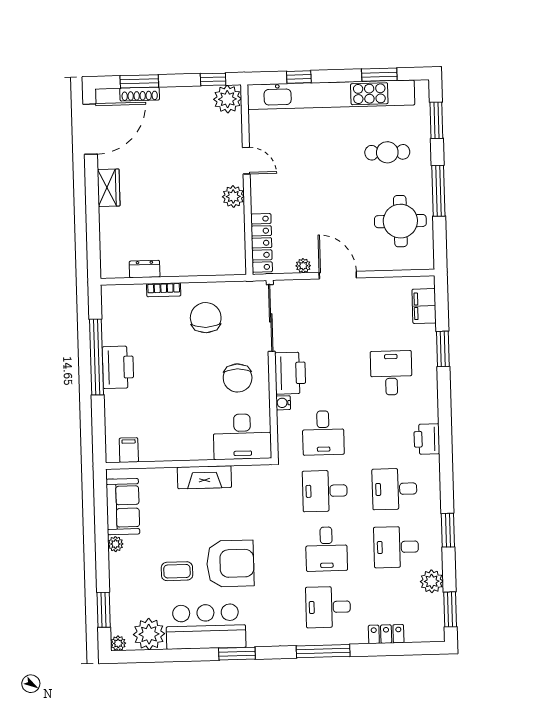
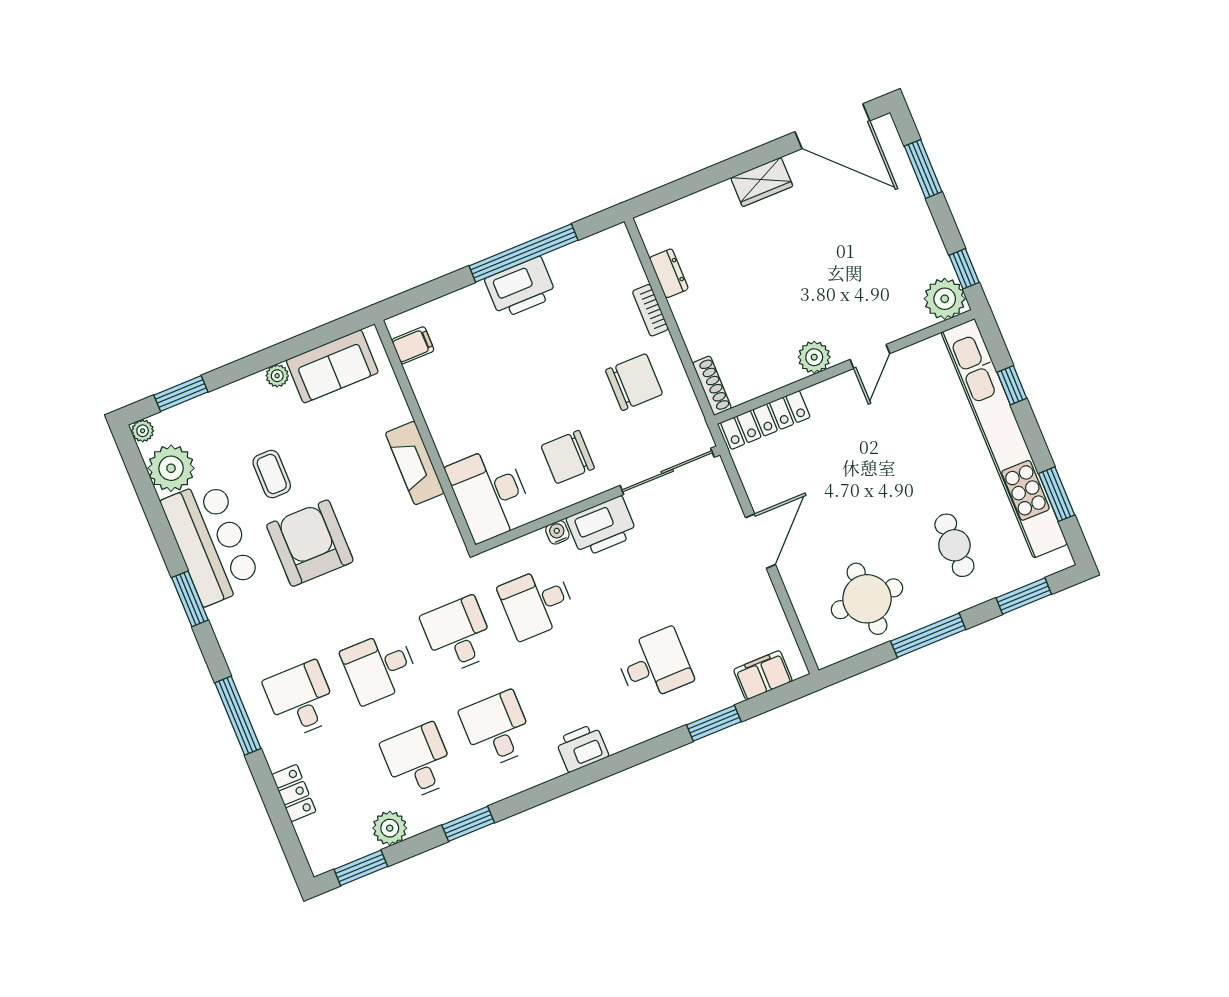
shoe rack: (140, 94) -> (712, 386), moved, turned 180
plant: (303, 266) -> (756, 489), removed
armchair: (230, 564) -> (310, 543), turned 180

